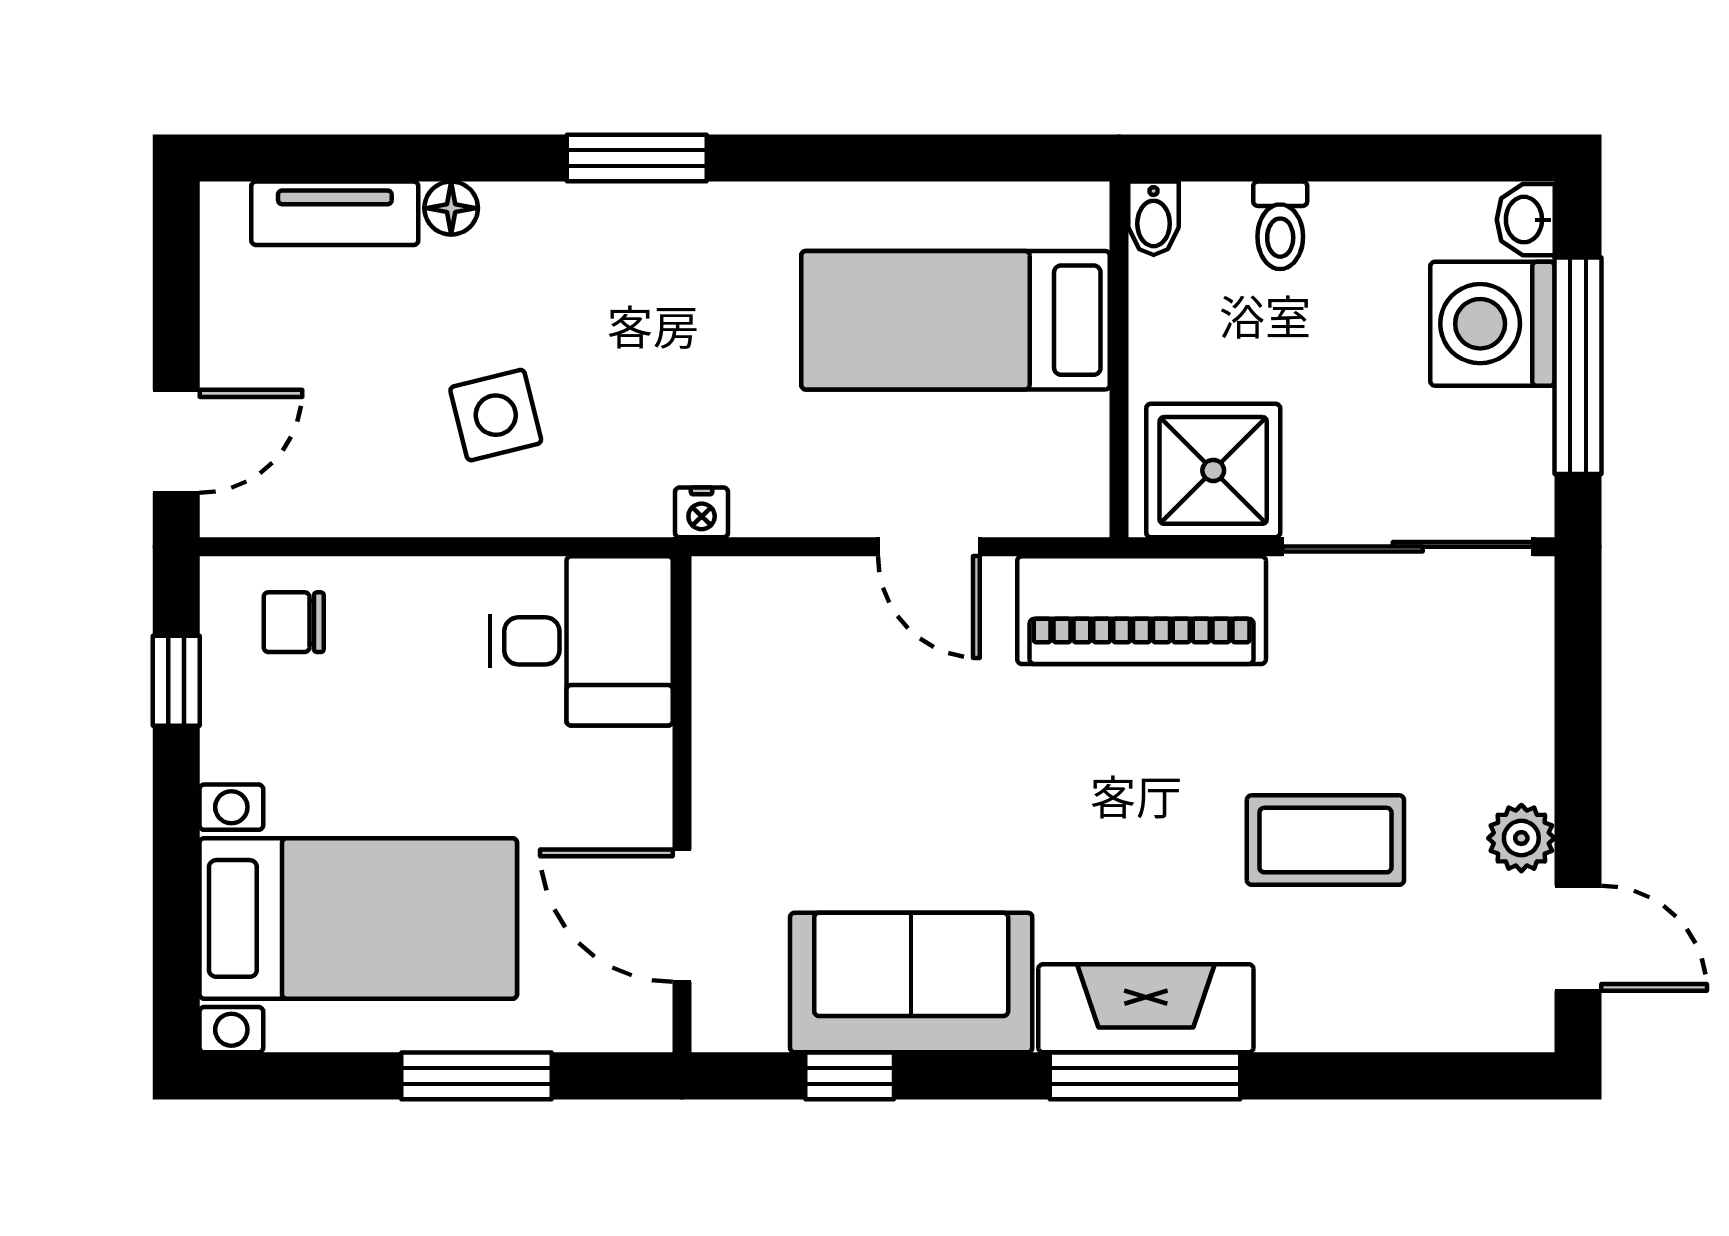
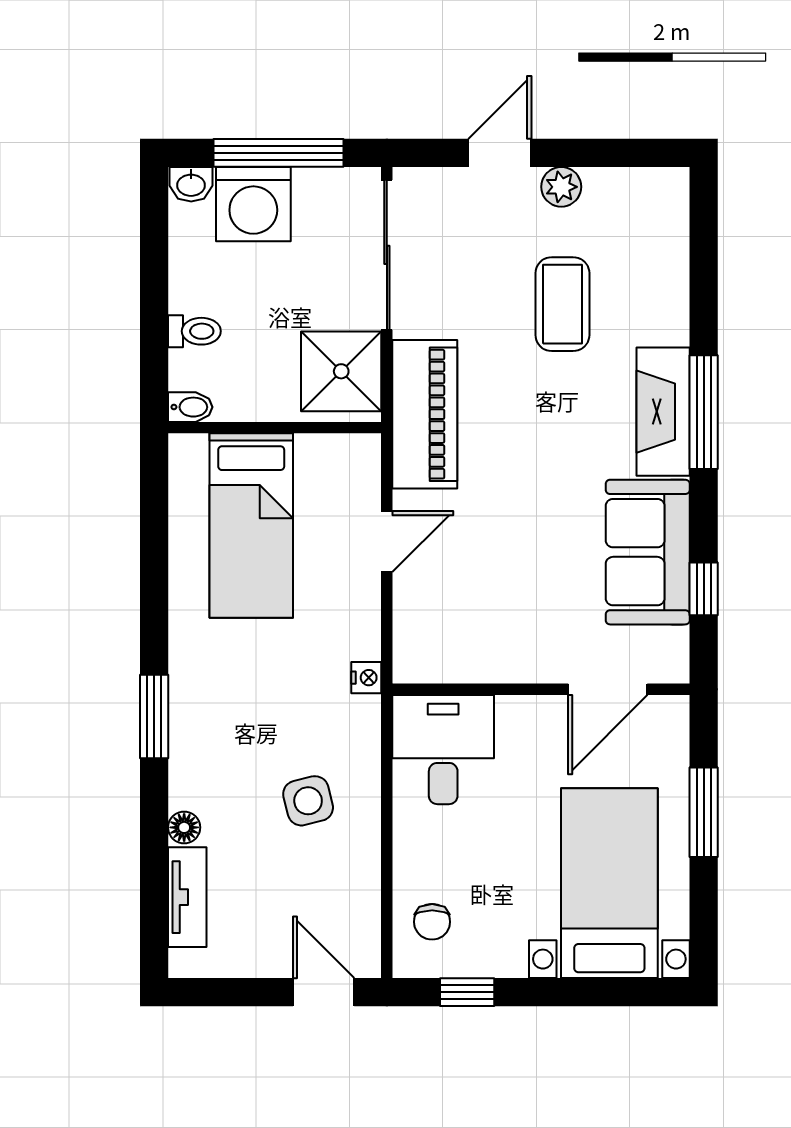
door: (1578, 938) -> (500, 153), moved

